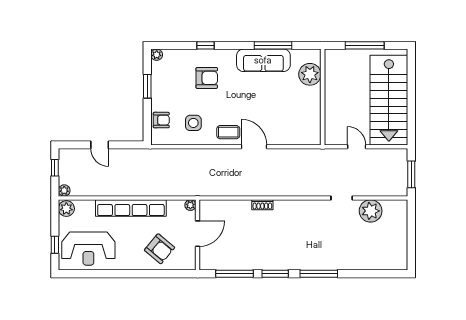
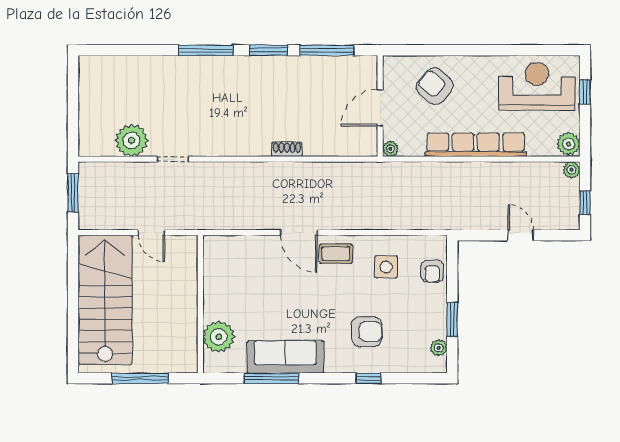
plant: (157, 55) -> (439, 348), moved
armchair: (207, 78) -> (367, 332), turned 180
armchair: (161, 120) -> (432, 271), turned -90

